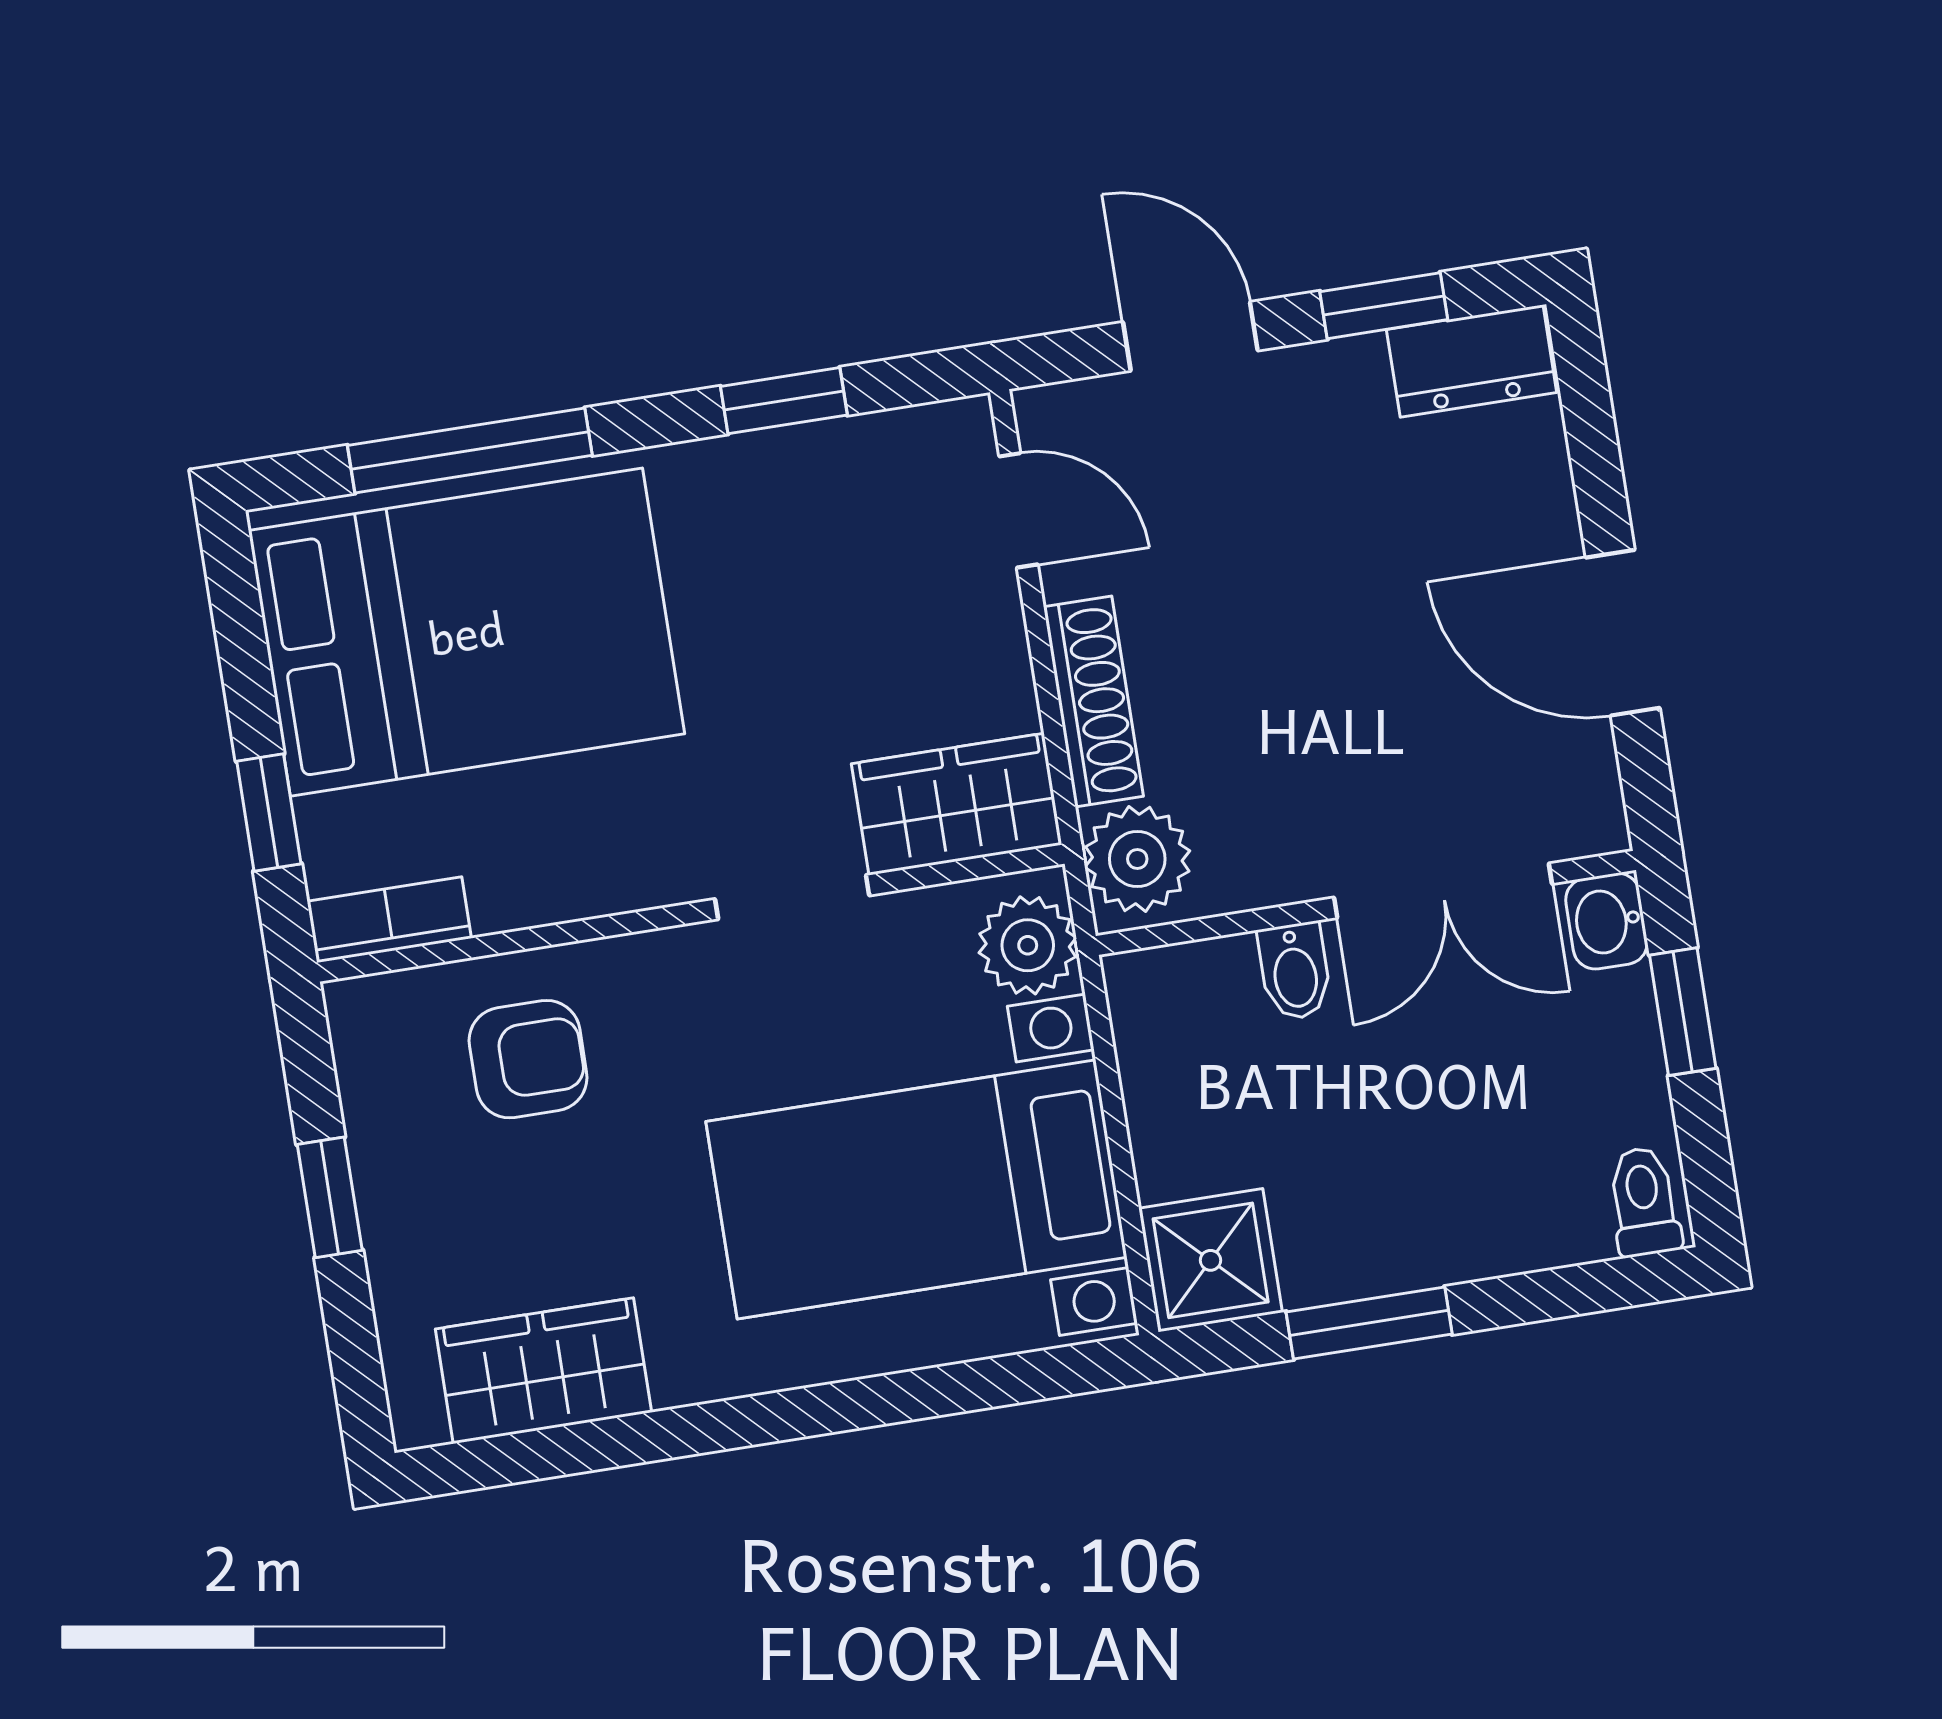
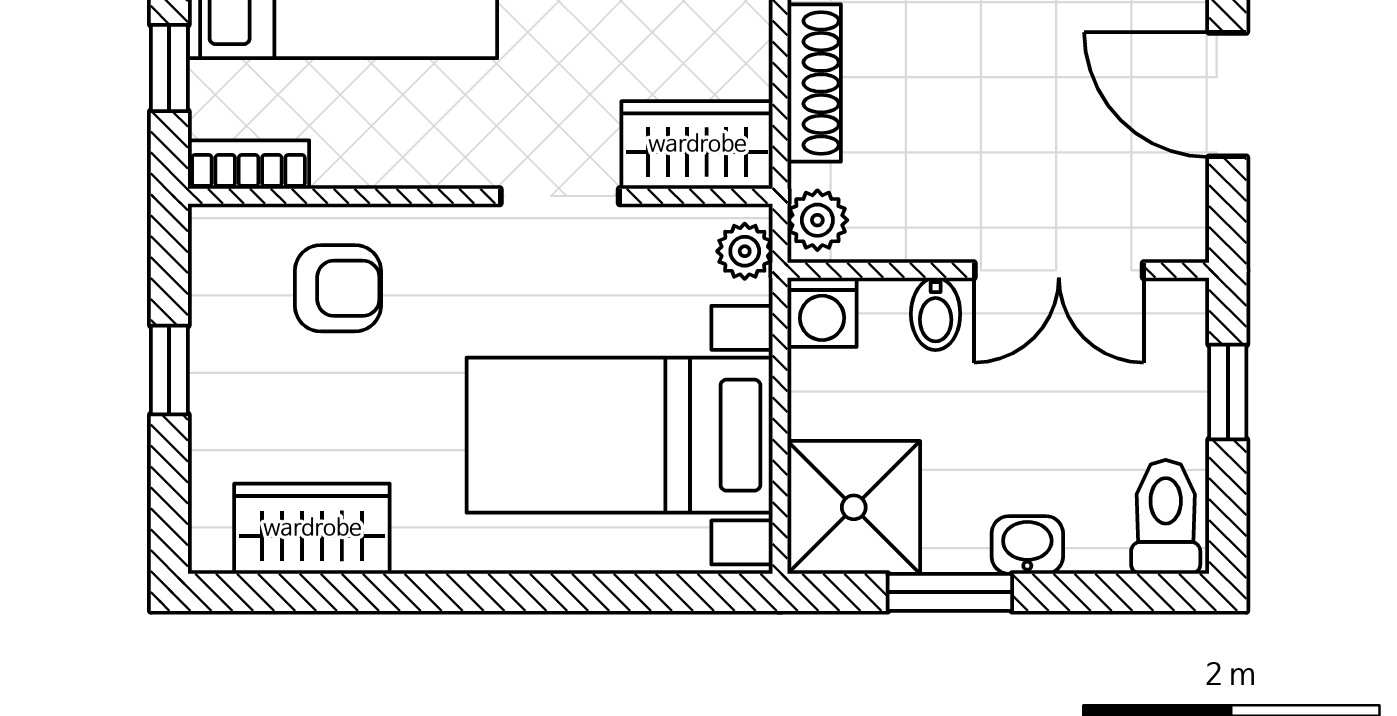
plant: (1137, 859) -> (817, 220), width x0.73, depth x0.73
washbasin: (1607, 921) -> (1027, 545), moved, turned 90
plant: (1028, 945) -> (745, 251), width x0.73, depth x0.73
washing machine: (1150, 992) -> (822, 312), added
toilet: (1644, 1202) -> (1166, 517), width x1.37, depth x1.39
shower: (1211, 1260) -> (854, 507), width x1.36, depth x1.36

